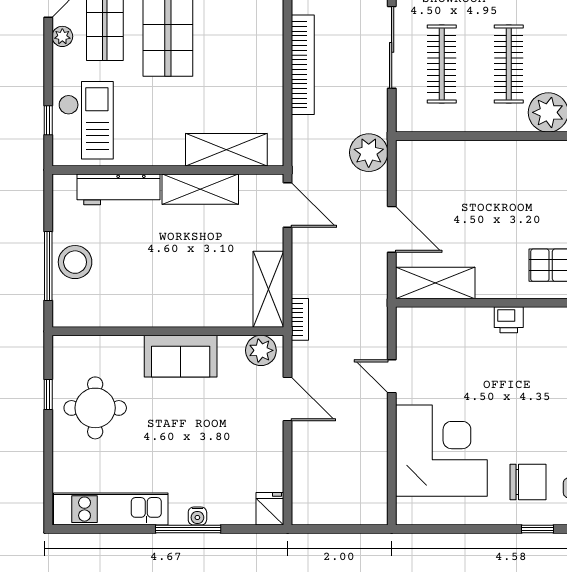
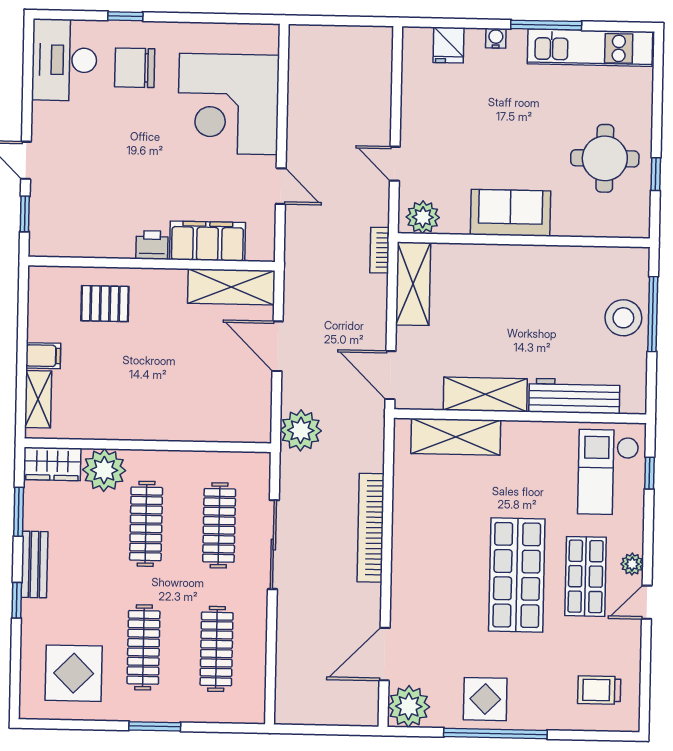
filing cabinet: (458, 324) -> (208, 241), added
door: (288, 399) -> (395, 164), width x0.73
fridge: (270, 509) -> (449, 45), moved
window: (188, 529) -> (546, 25), moved

